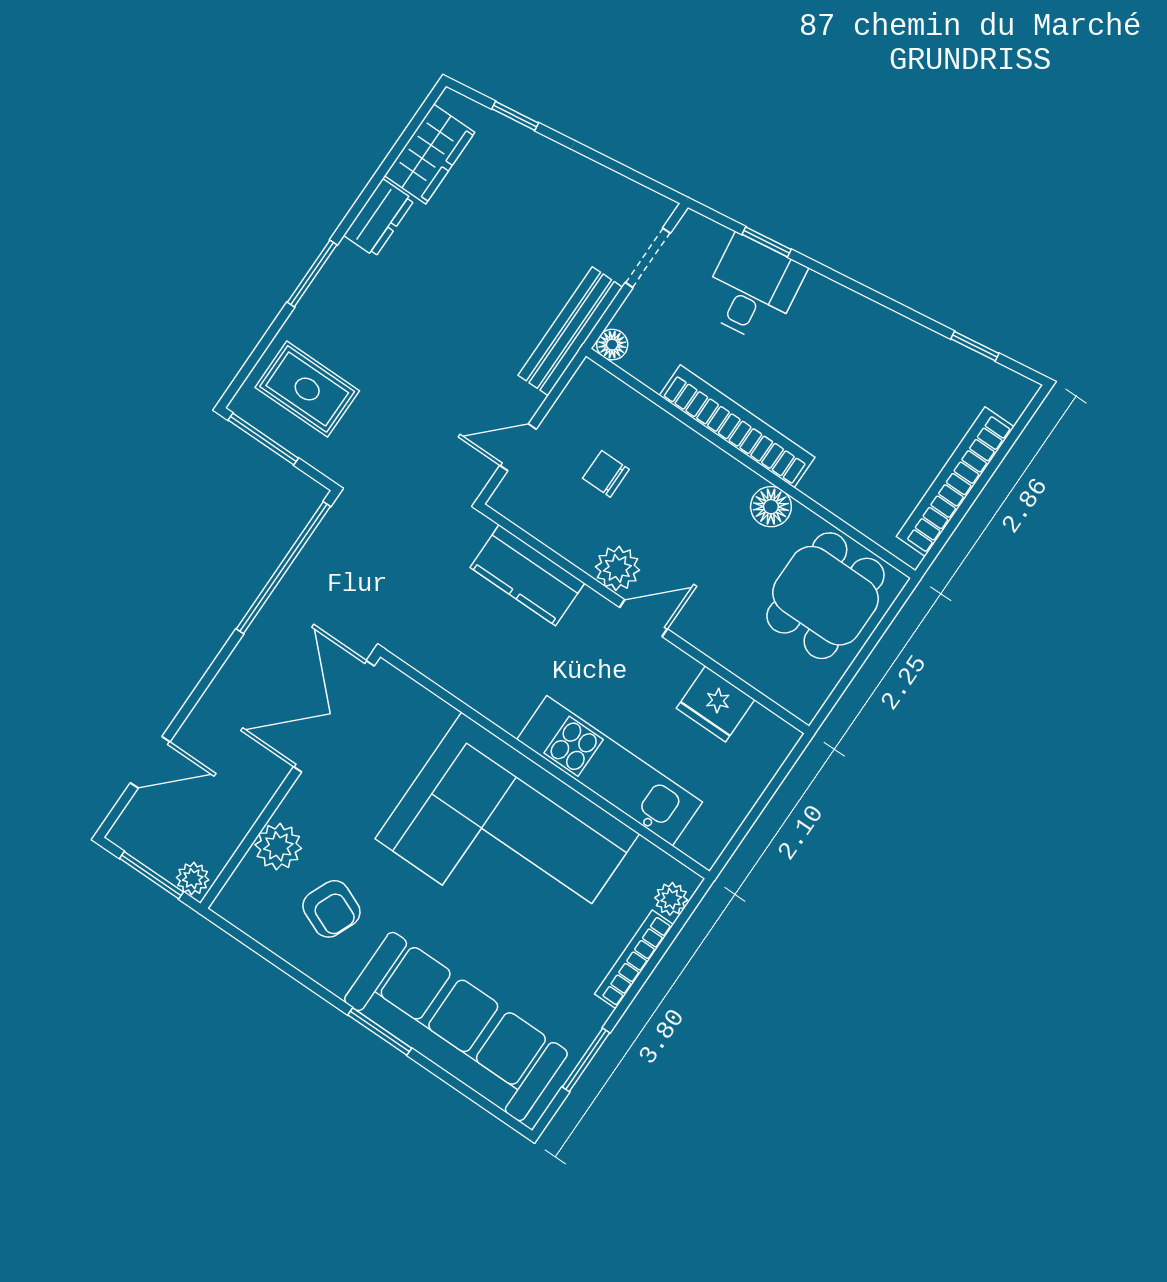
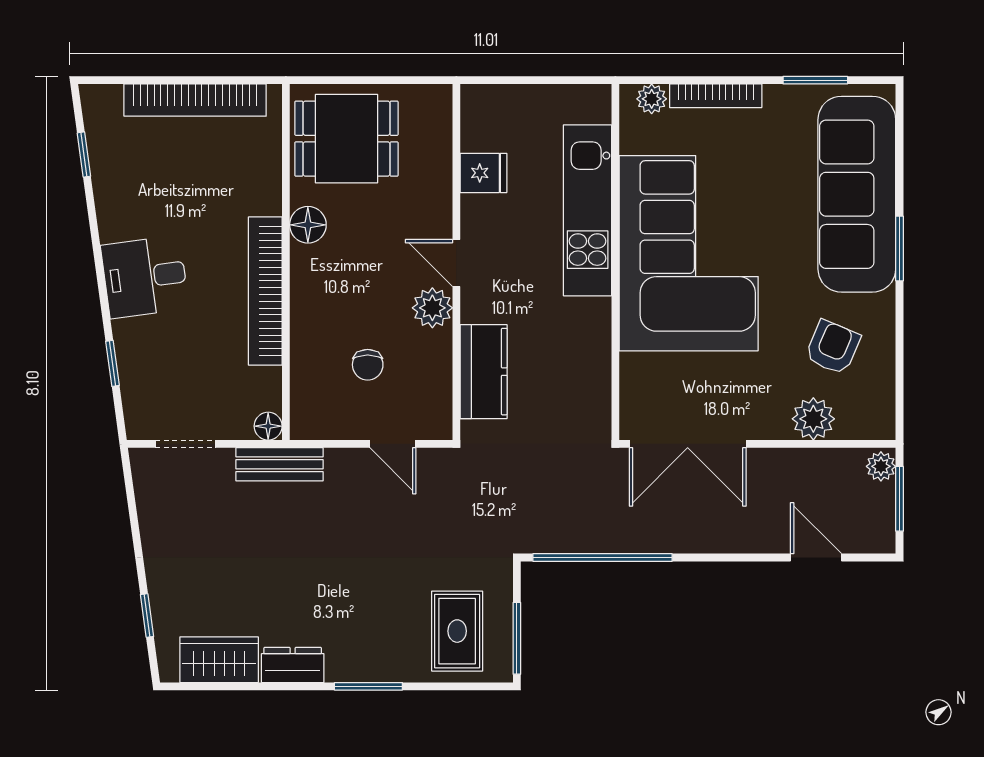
desk: (752, 289) -> (145, 277), moved
bench: (570, 331) -> (279, 464), width x0.73
fridge: (715, 704) -> (483, 173), width x0.72

